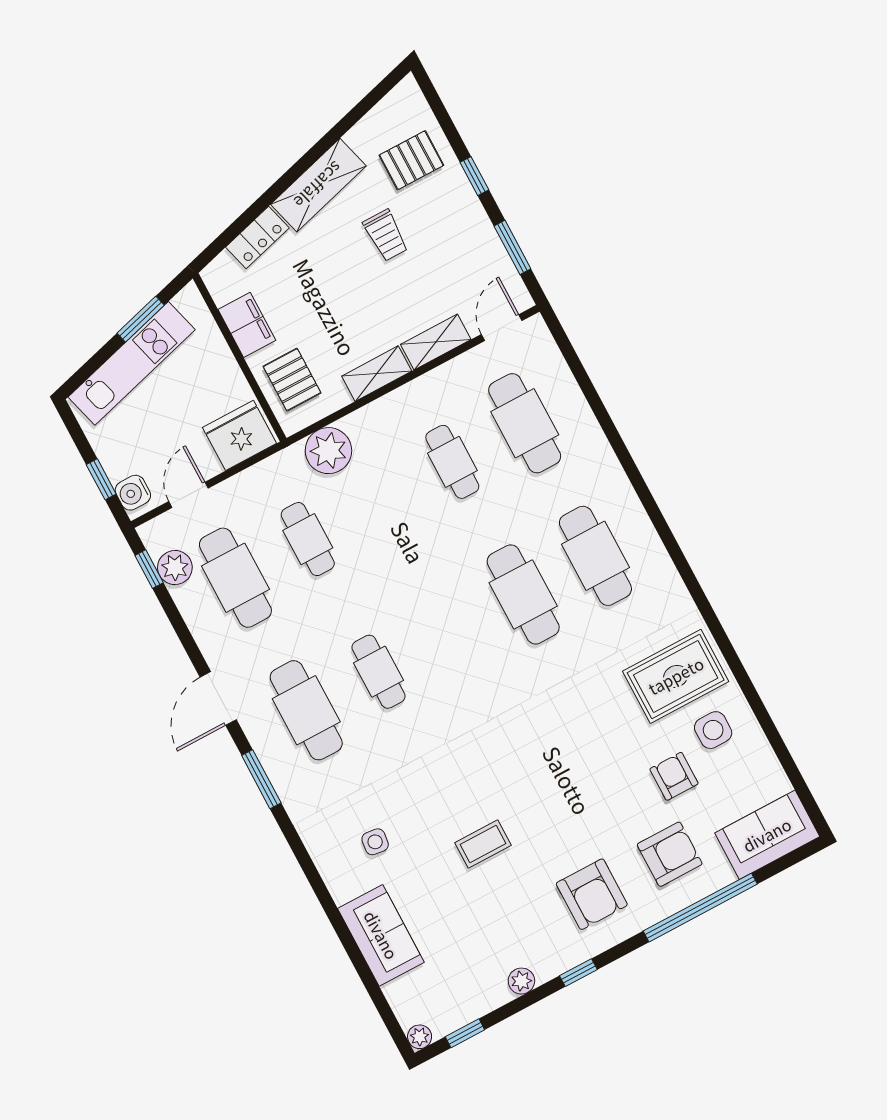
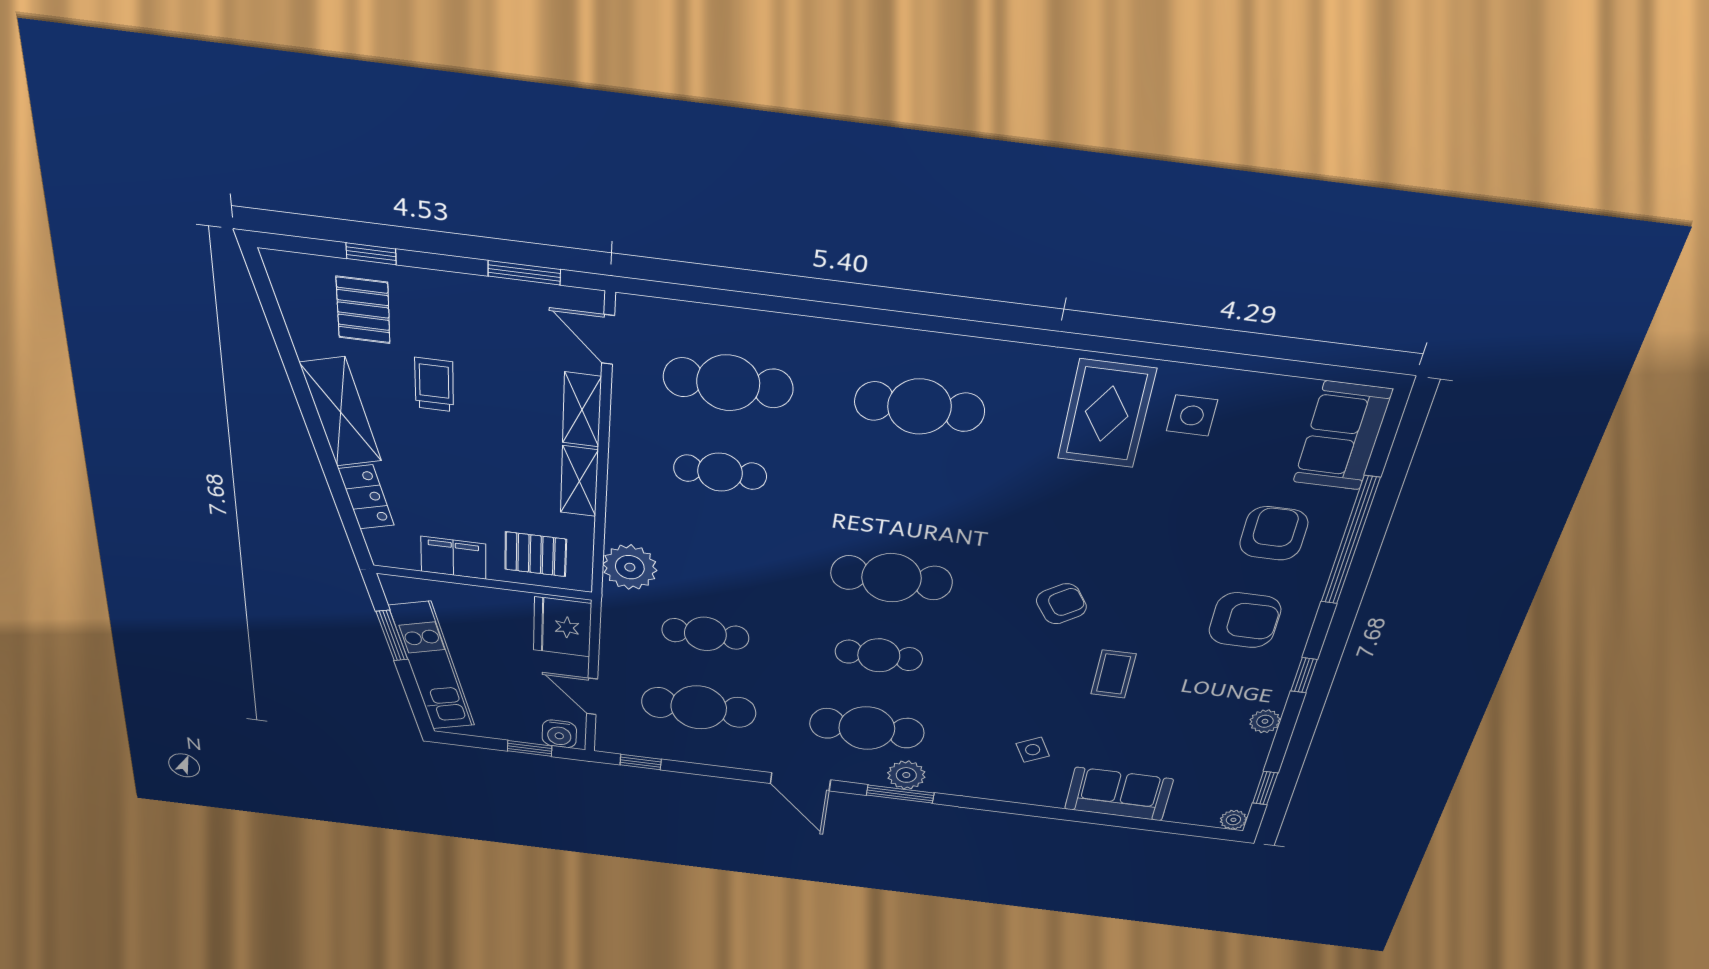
window: (474, 176) -> (371, 254), moved
trolley: (386, 235) -> (434, 385), turned -90
plant: (175, 567) -> (906, 775), moved
cafe table: (523, 594) -> (891, 578), moved
armchair: (674, 776) -> (1061, 604), moved, turned 146
side table: (375, 842) -> (1033, 750), turned -35

